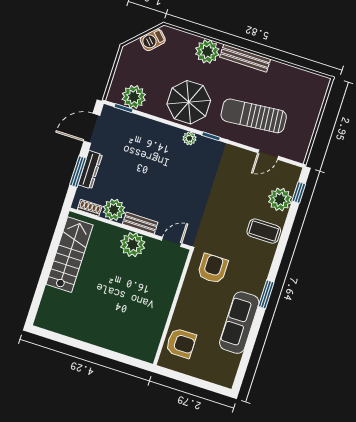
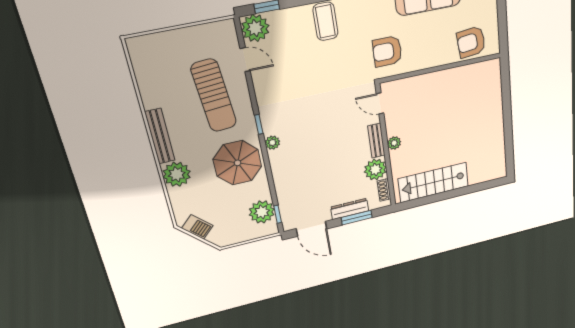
plant: (280, 199) -> (255, 28), moved
plant: (133, 245) -> (394, 143), width x0.53, depth x0.53
armchair: (181, 343) -> (471, 42), turned -96

